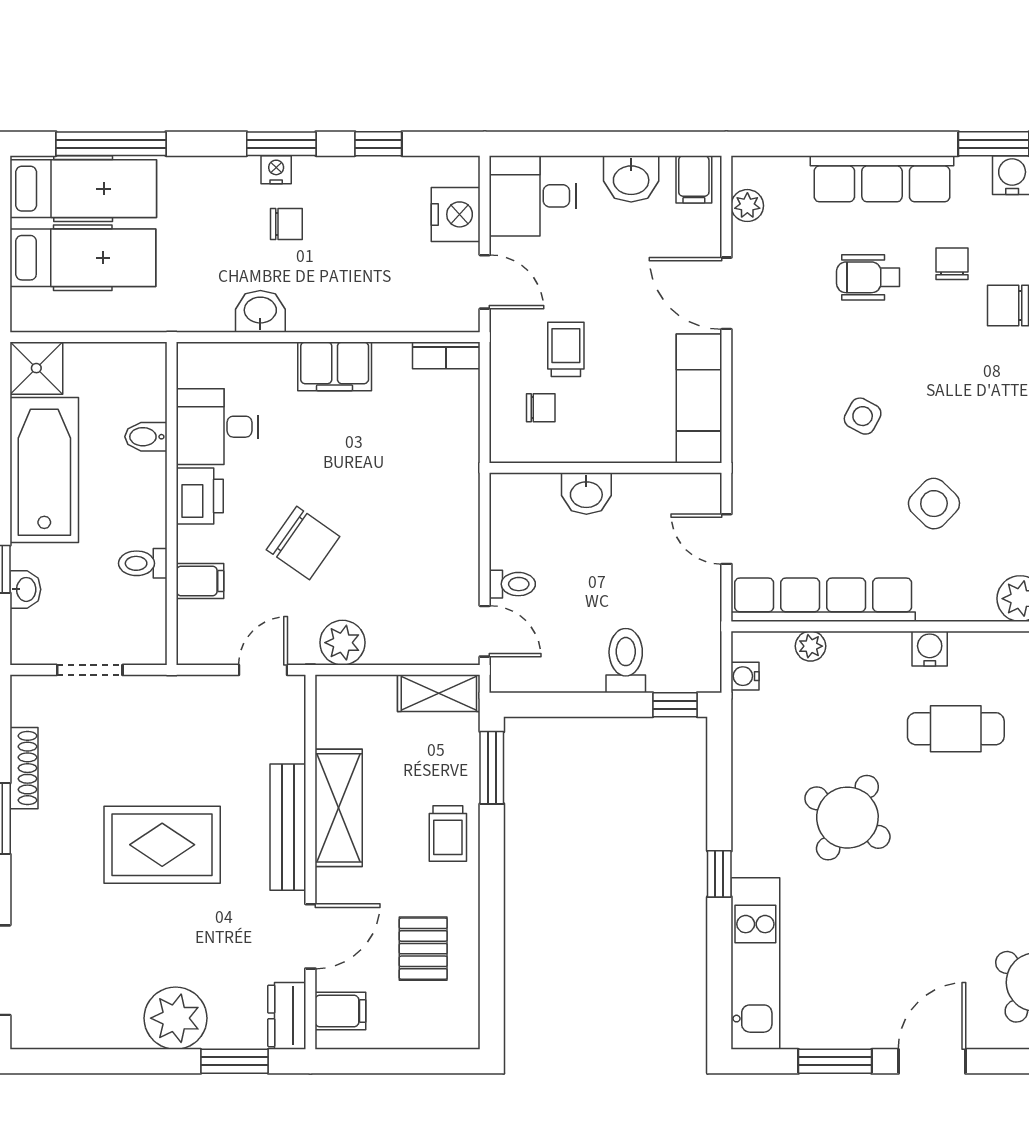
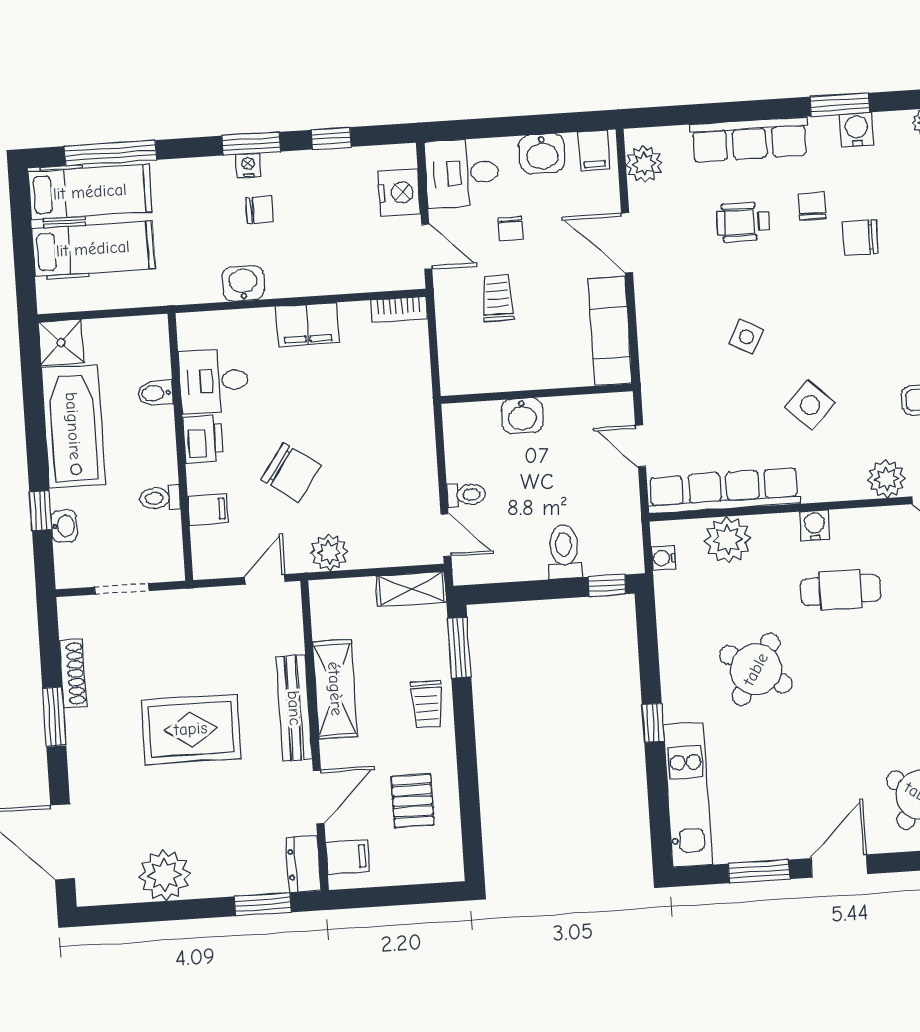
plant: (747, 206) -> (644, 164), width x1.38, depth x1.38
chair: (541, 408) -> (511, 228), moved, turned 90
plant: (811, 646) -> (728, 540), width x1.88, depth x1.88
plant: (176, 1018) -> (164, 875), moved

